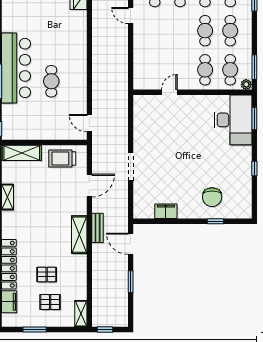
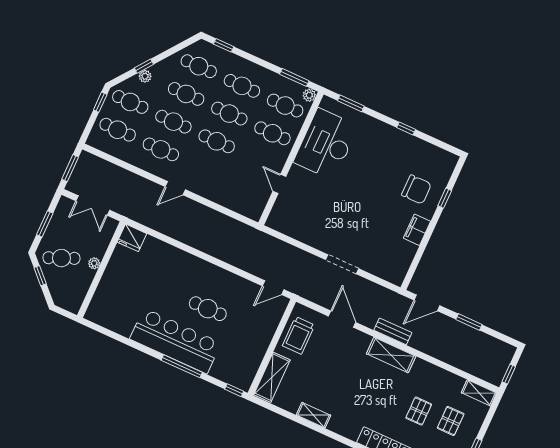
cafe table: (180, 31) -> (217, 141), added
desk: (233, 120) -> (326, 144), moved, turned -90
filing cabinet: (166, 211) -> (417, 230), moved

